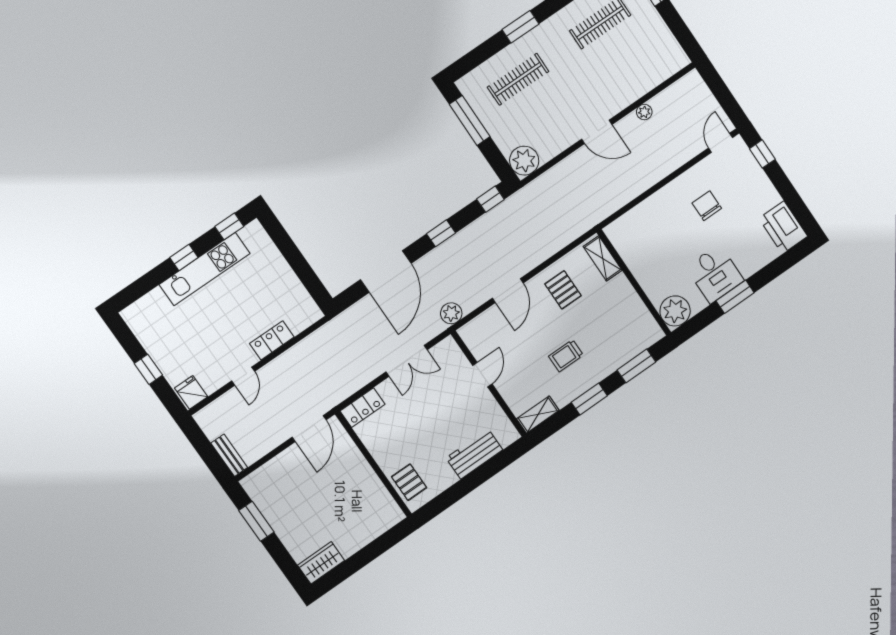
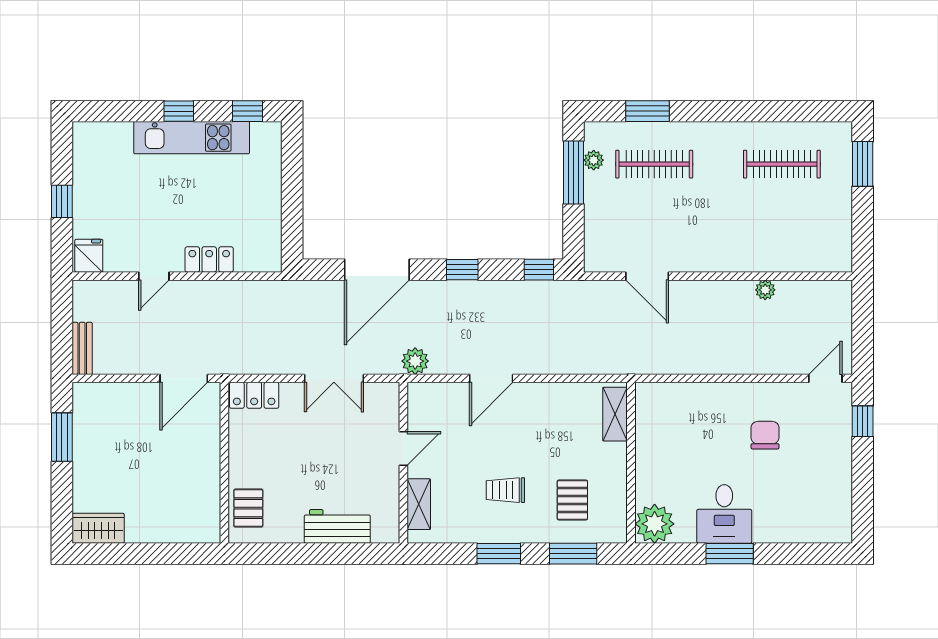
window: (520, 27) -> (647, 111), moved
door: (597, 132) -> (647, 276), moved
plant: (524, 161) -> (594, 160), moved, width x0.53, depth x0.53
printer: (783, 227) -> (832, 515), removed
pallet: (563, 290) -> (572, 500), moved
shelving: (538, 415) -> (419, 504), moved, turned 90

